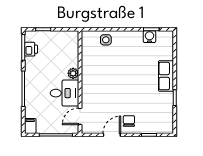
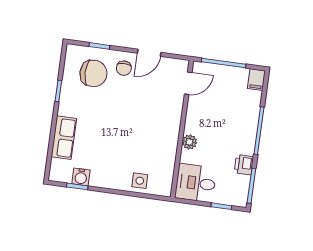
printer: (31, 49) -> (244, 165), moved
row of seats: (166, 76) -> (64, 138), moved
desk: (65, 93) -> (196, 183), moved
chair: (151, 114) -> (93, 73), added

